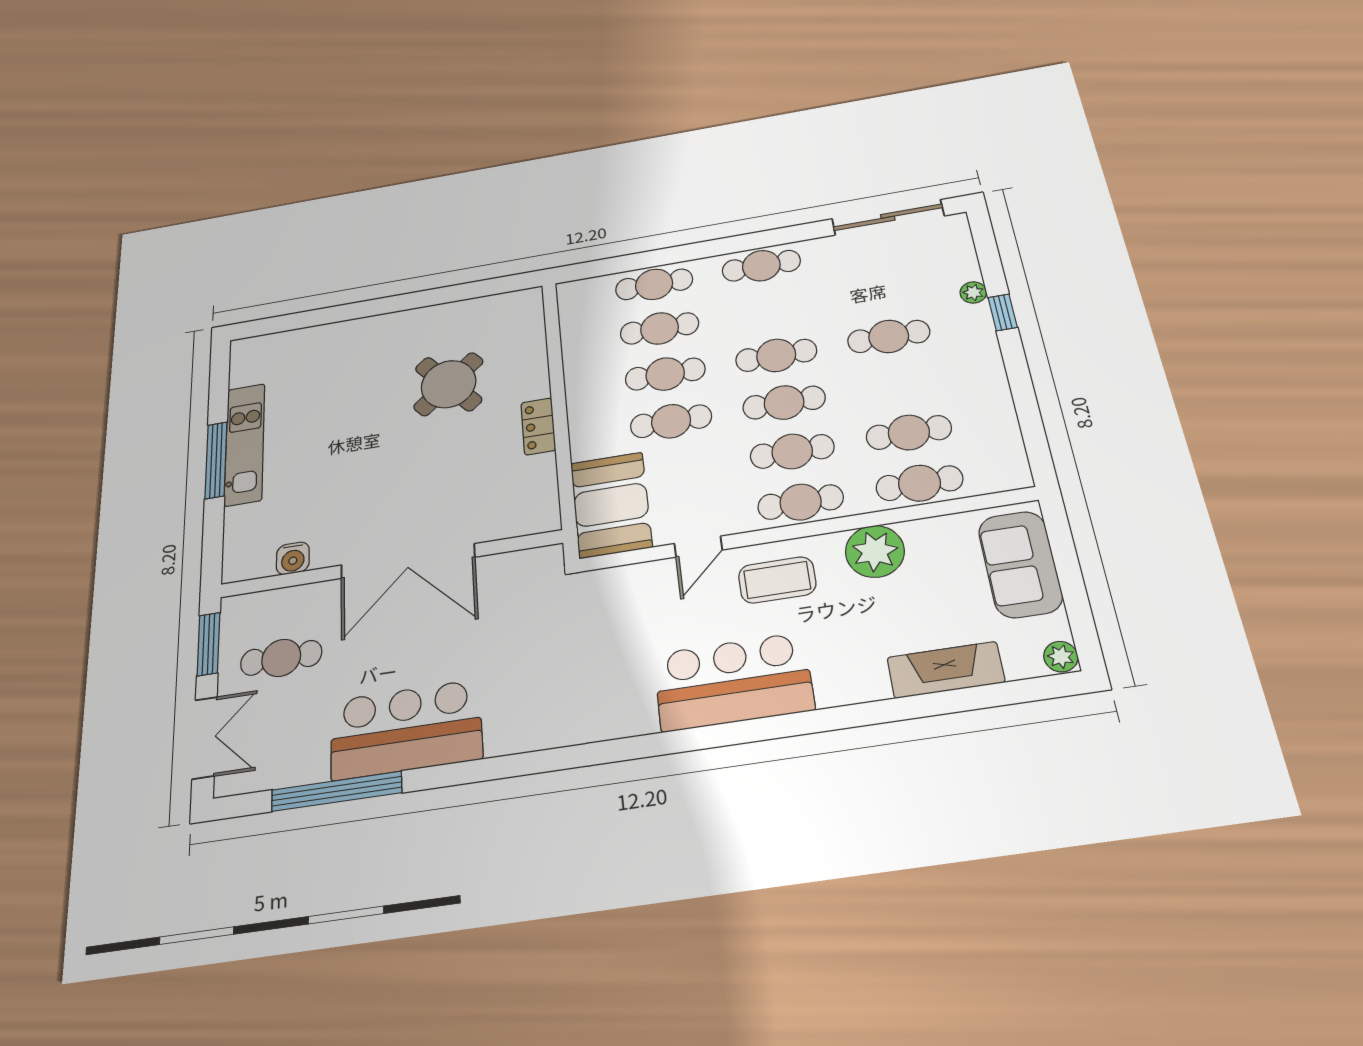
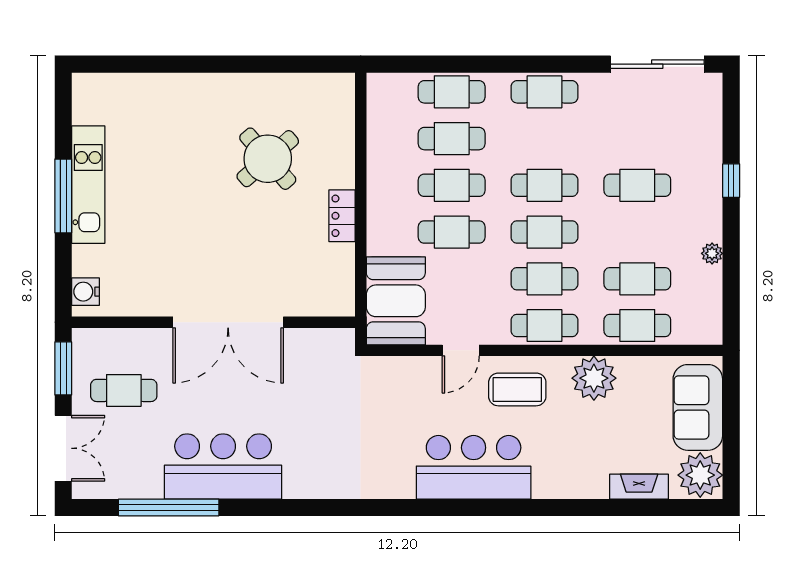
plant: (973, 292) -> (712, 253), moved
water cooler: (293, 558) -> (85, 292), moved, turned 90
plant: (1061, 657) -> (700, 475), width x1.88, depth x1.88
fireplace: (946, 670) -> (639, 487), width x0.73, depth x0.76

